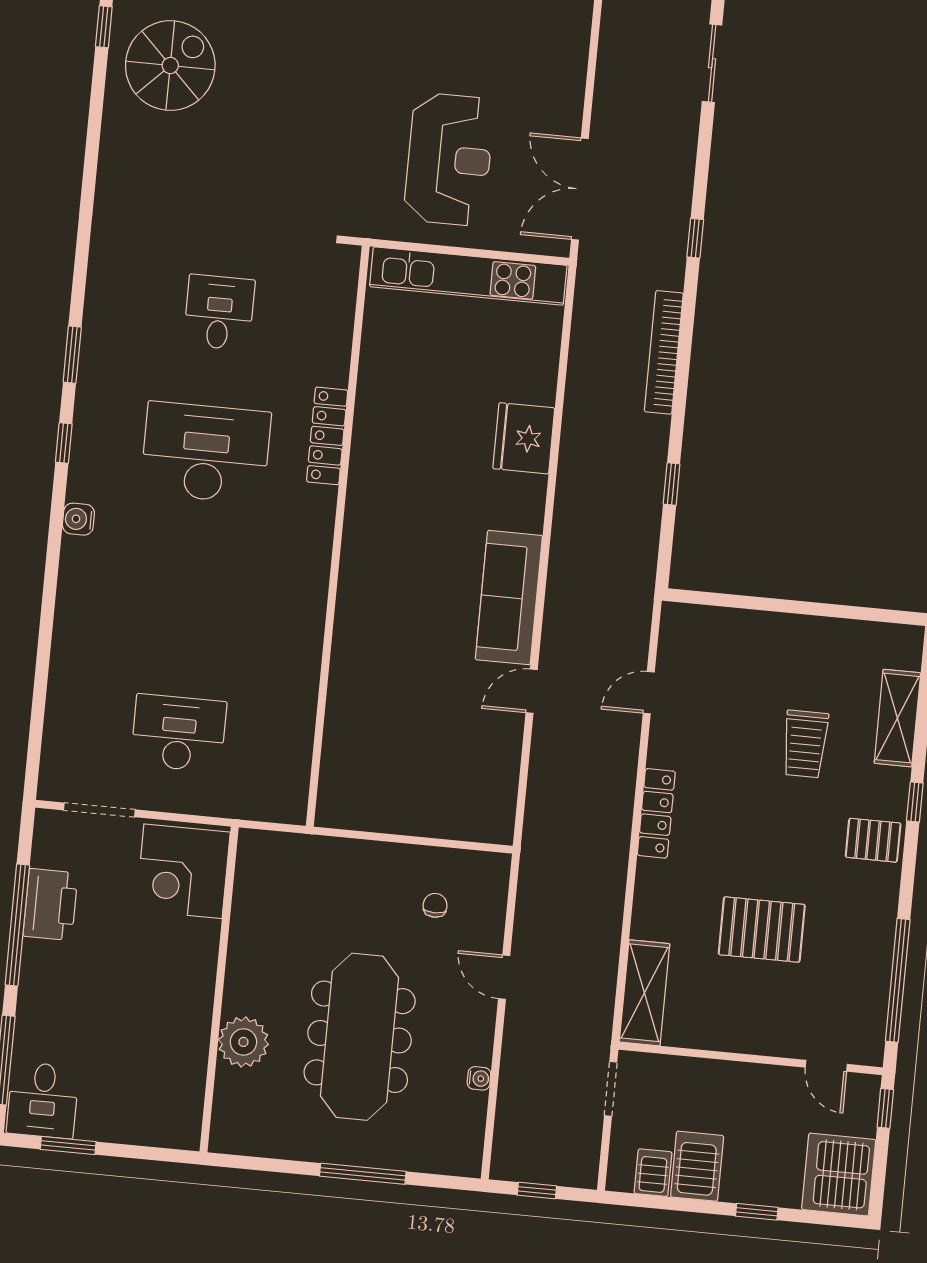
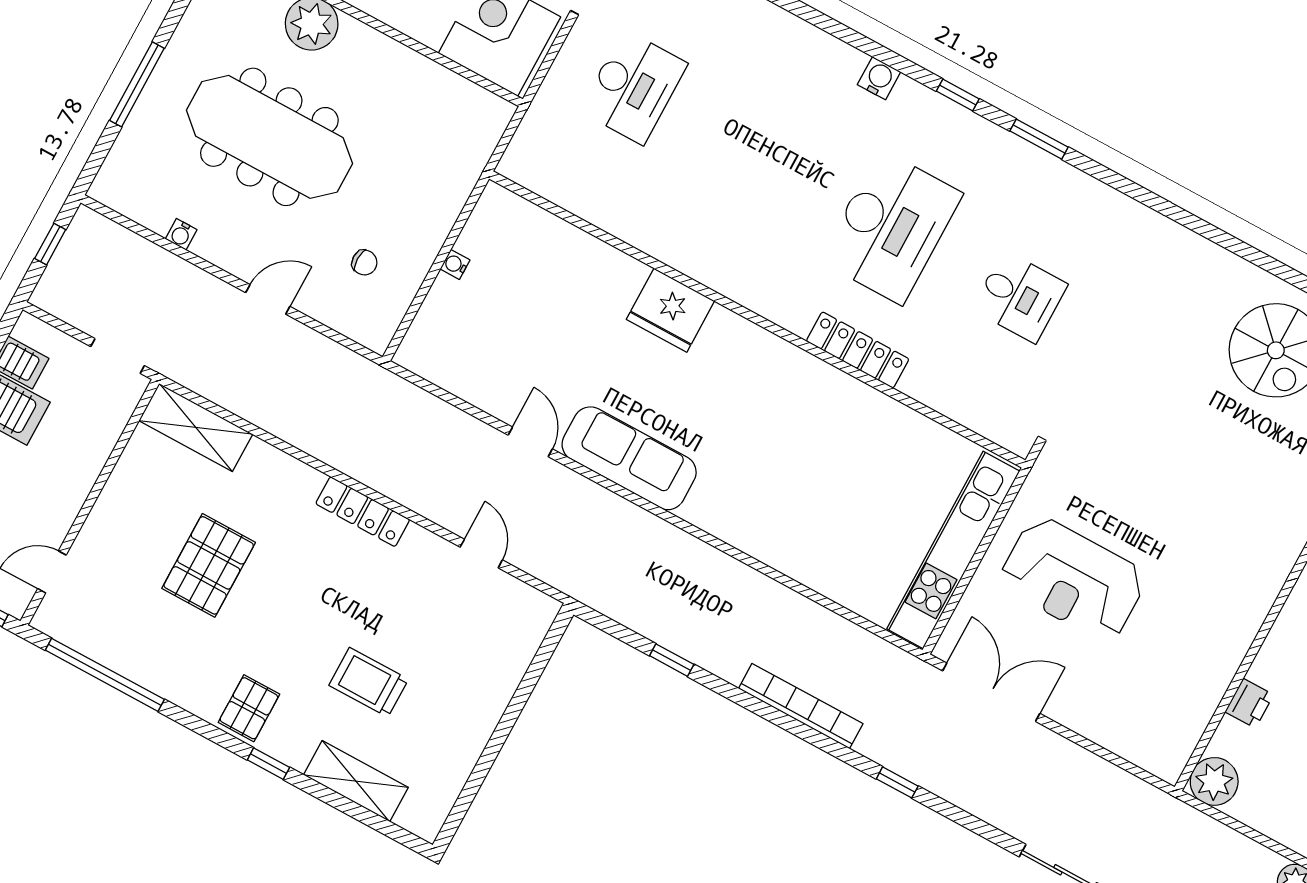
fridge: (524, 438) -> (670, 310), moved, turned 180
water cooler: (403, 824) -> (455, 264), added

